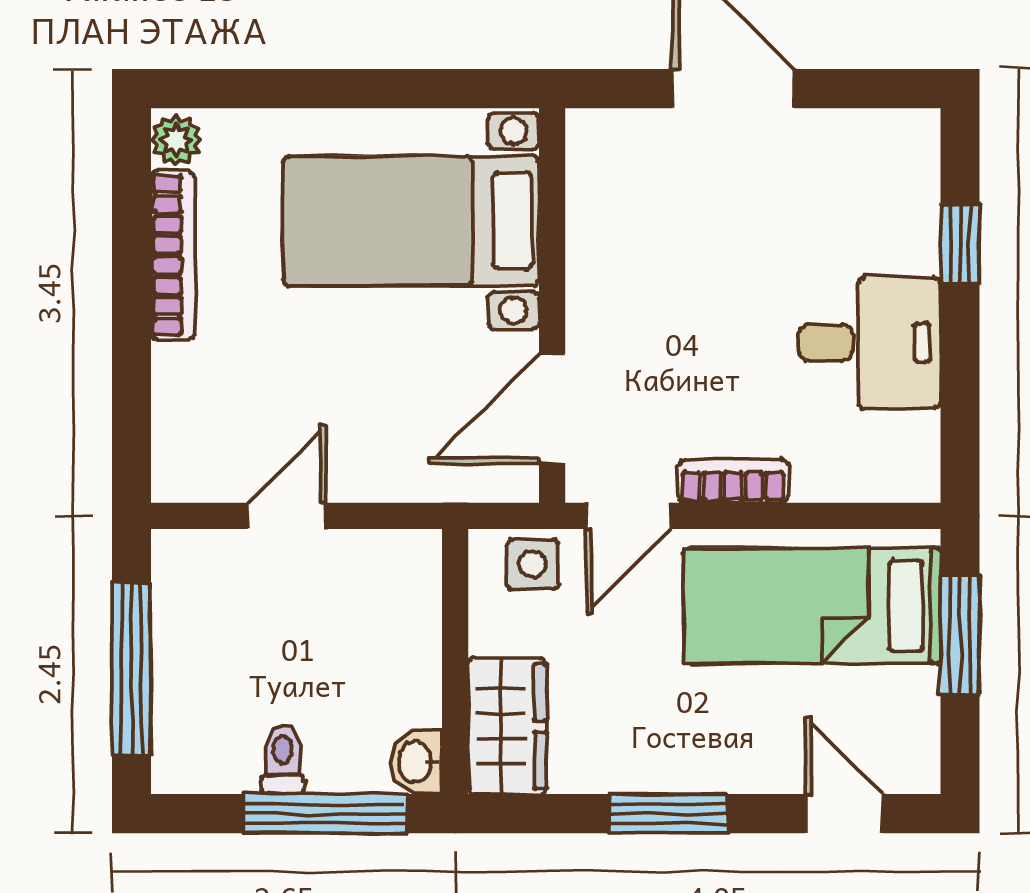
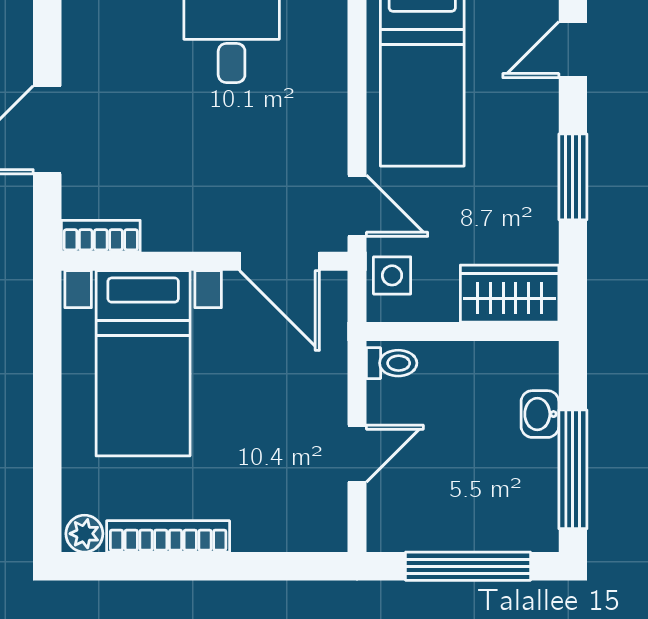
bookcase: (733, 481) -> (101, 236), moved, turned 90
door: (287, 516) -> (357, 454), swing flipped
toilet: (283, 759) -> (392, 363), moved, turned 180
washbasin: (416, 762) -> (540, 414), moved, turned 90
window: (325, 814) -> (573, 469), moved

